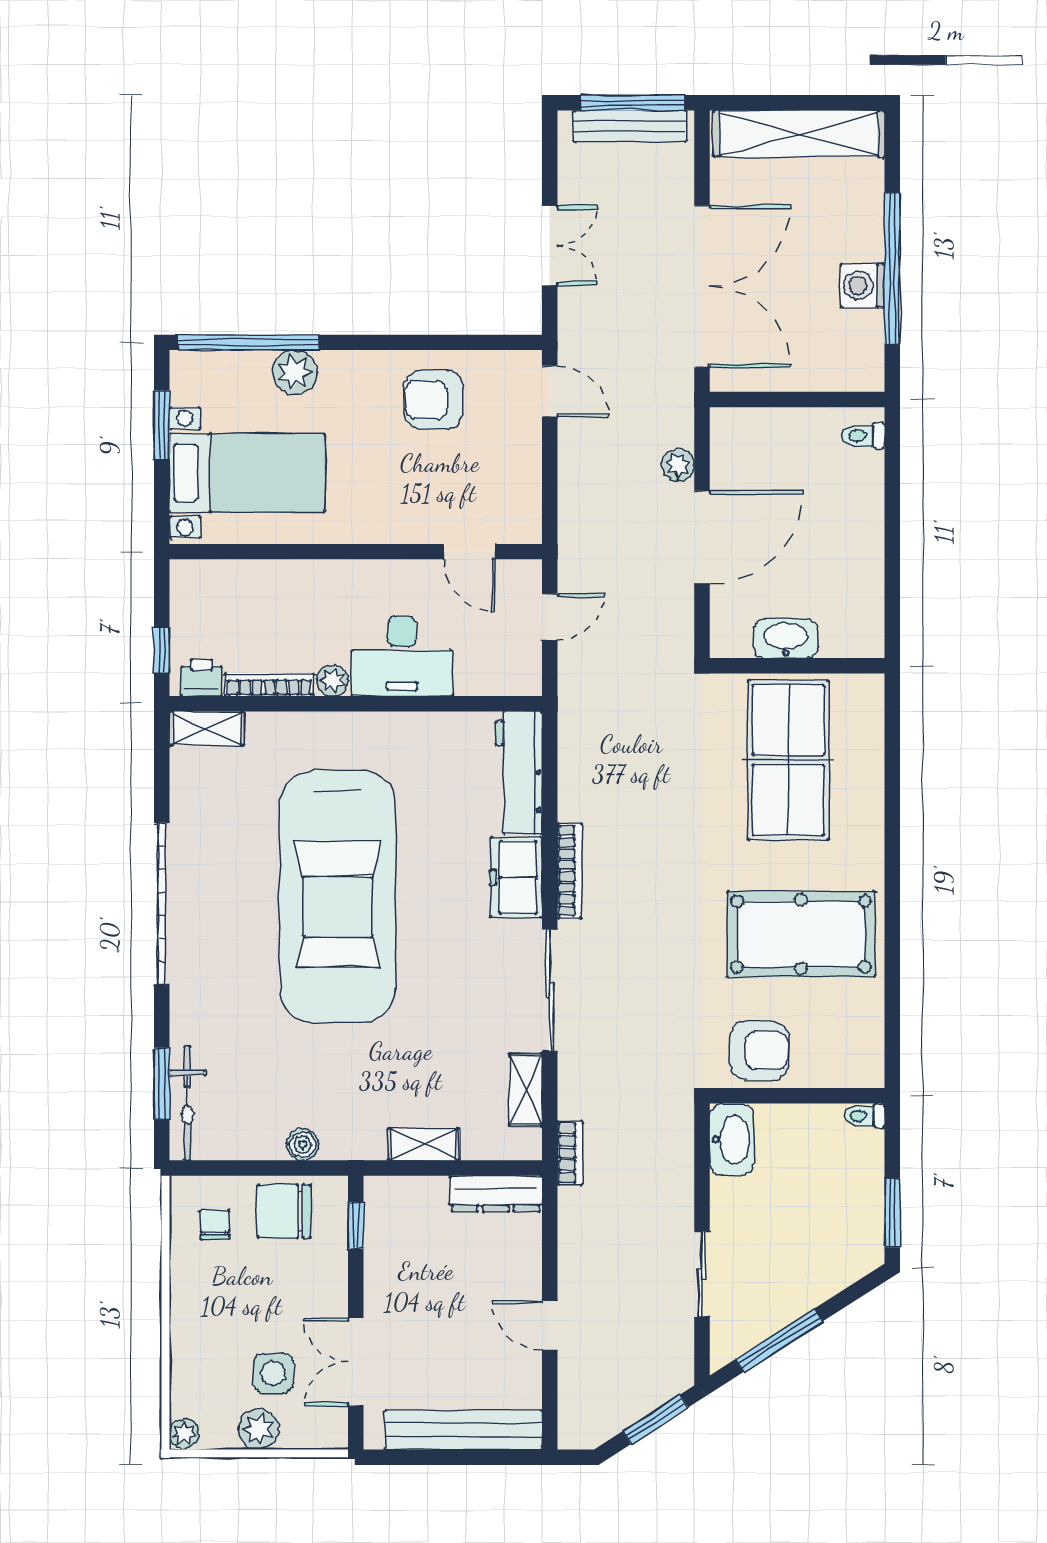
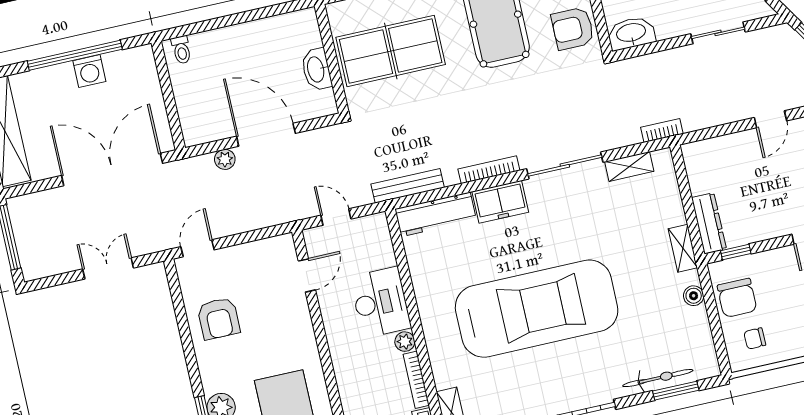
bench: (630, 126) -> (408, 186), moved, turned 90
armchair: (759, 1050) -> (573, 29), turned -91
bicycle: (187, 1103) -> (658, 378), moved
shelving: (424, 1144) -> (683, 248), moved
dresser: (496, 1194) -> (709, 223), moved

